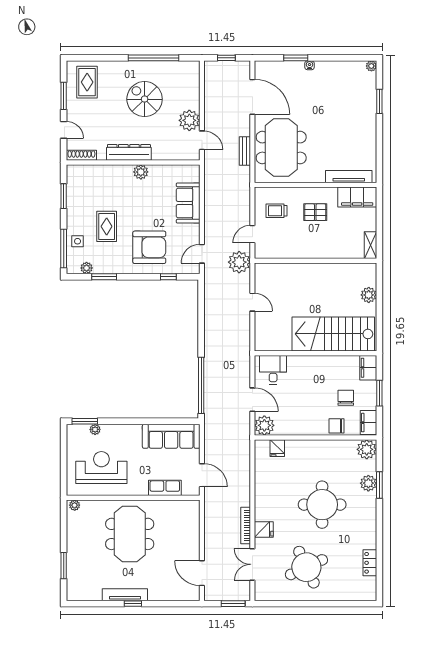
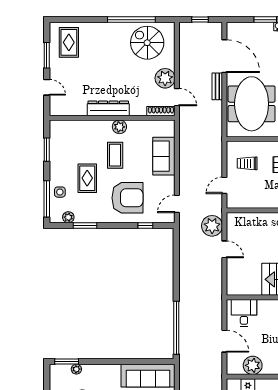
spiral stairs: (145, 99) -> (147, 43), moved
bench: (245, 151) -> (217, 86), moved
shoe rack: (81, 155) -> (161, 111), moved
coffee table: (136, 202) -> (115, 155), added
plant: (239, 262) -> (212, 226), moved
plant: (264, 425) -> (253, 365), moved

